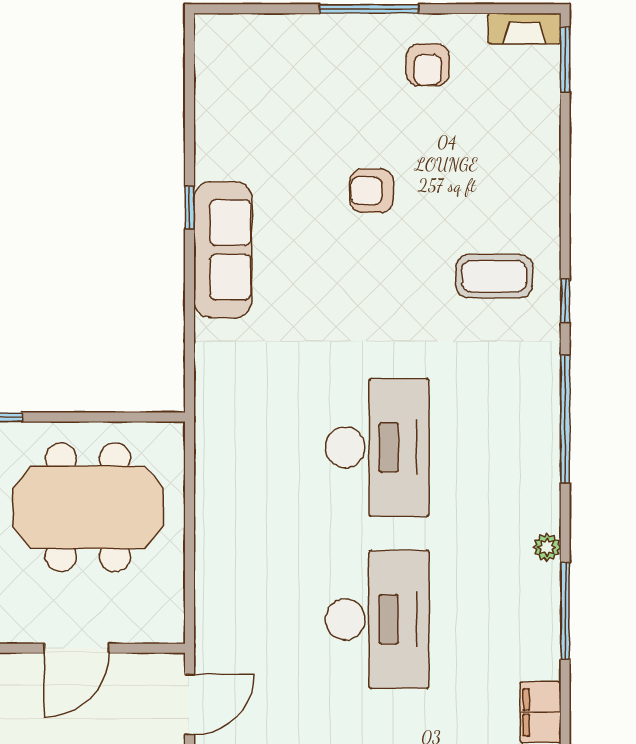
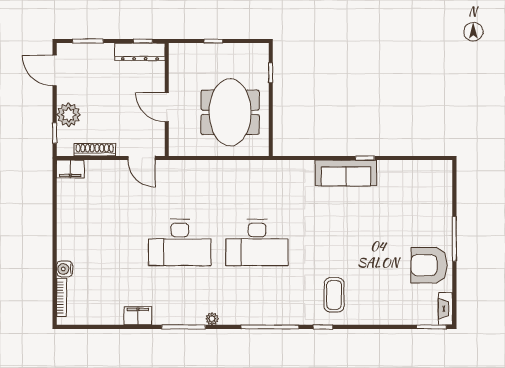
armchair: (428, 65) -> (429, 265), width x1.88, depth x1.88
armchair: (372, 191) -> (372, 240), removed

